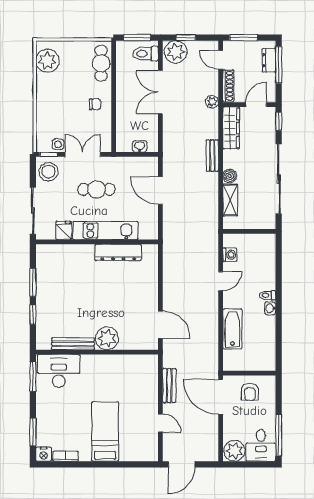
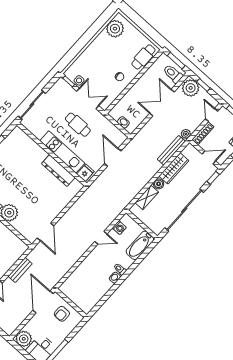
wardrobe: (231, 128) -> (174, 168), moved
bench: (212, 156) -> (171, 150), moved, width x1.36
stool: (48, 172) -> (60, 91), removed
fridge: (64, 230) -> (85, 173), moved
bathtub: (232, 329) -> (140, 245), moved, turned 180

